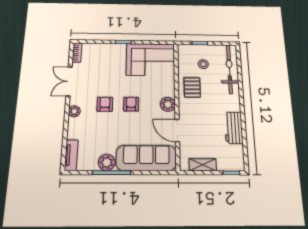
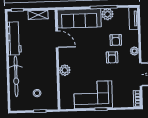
corner sofa: (151, 60) -> (93, 95), moved
bicycle: (229, 69) -> (16, 76), moved
pallet: (192, 87) -> (46, 74), removed
armchair: (131, 104) -> (116, 40), moved
plant: (168, 104) -> (65, 70), moved
workbench: (234, 128) -> (14, 38), width x1.38

